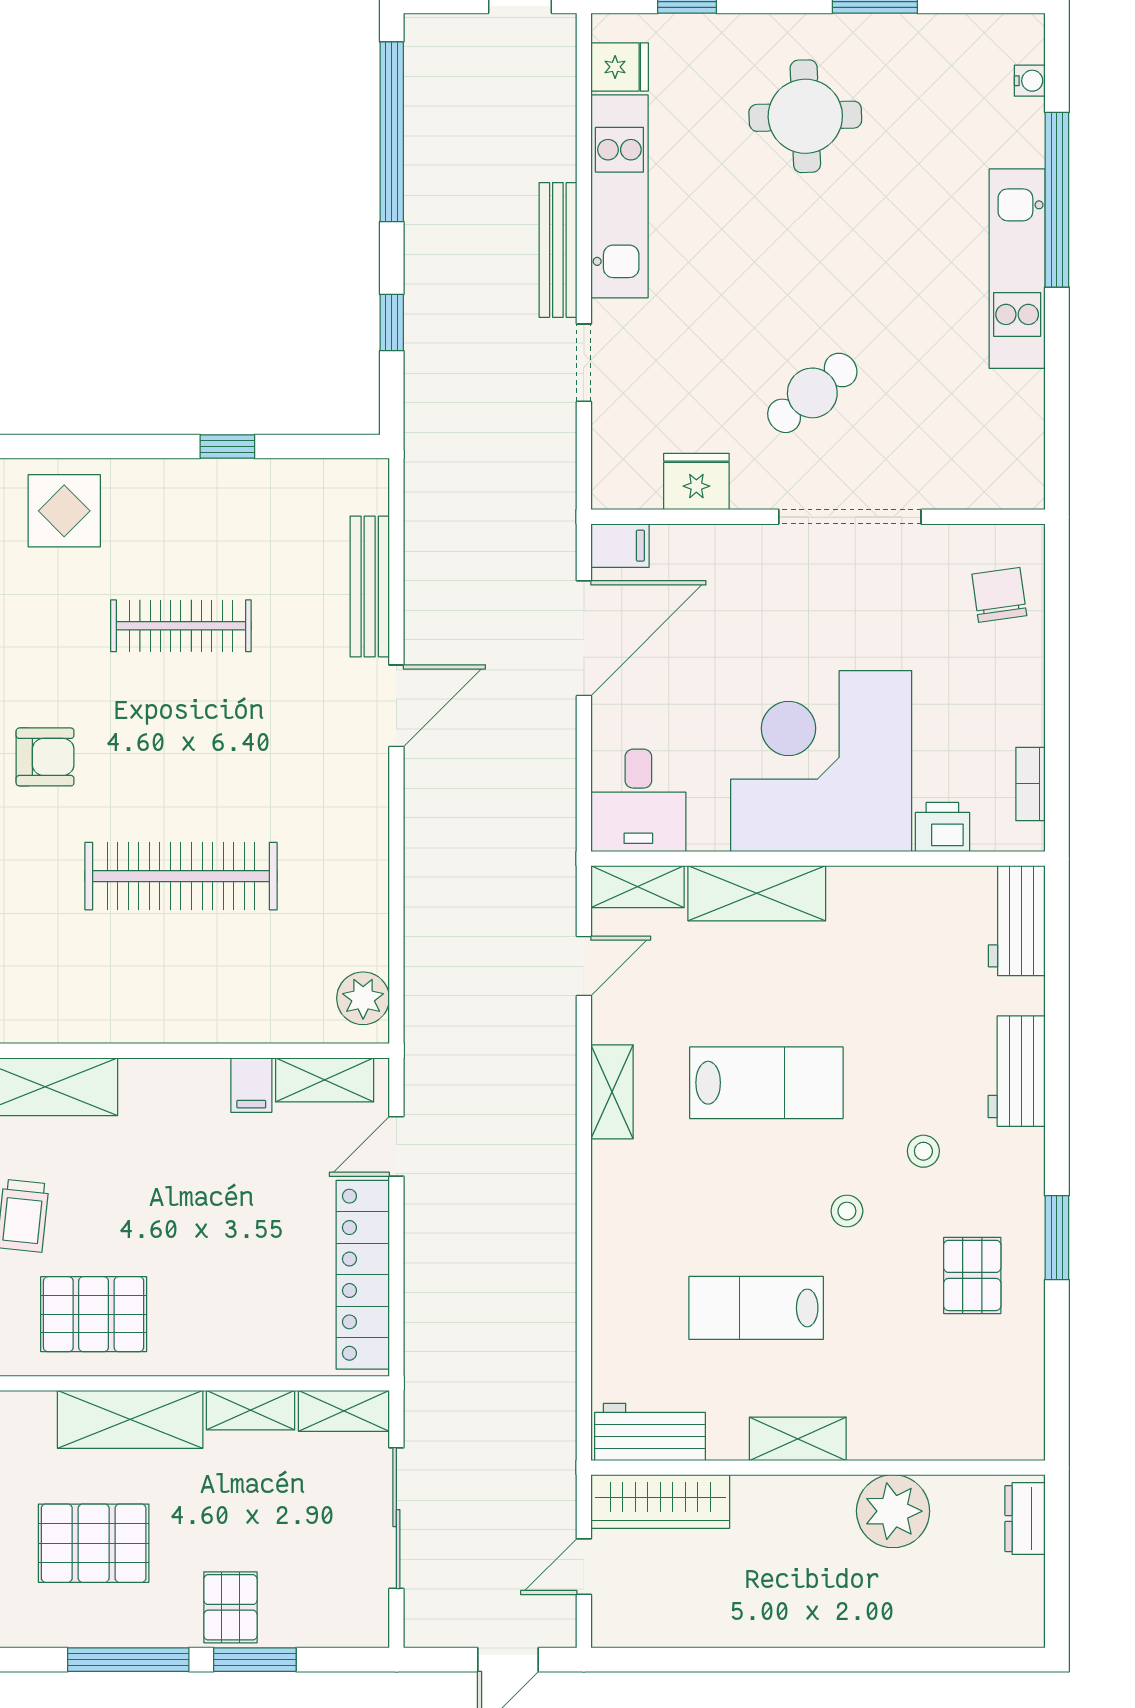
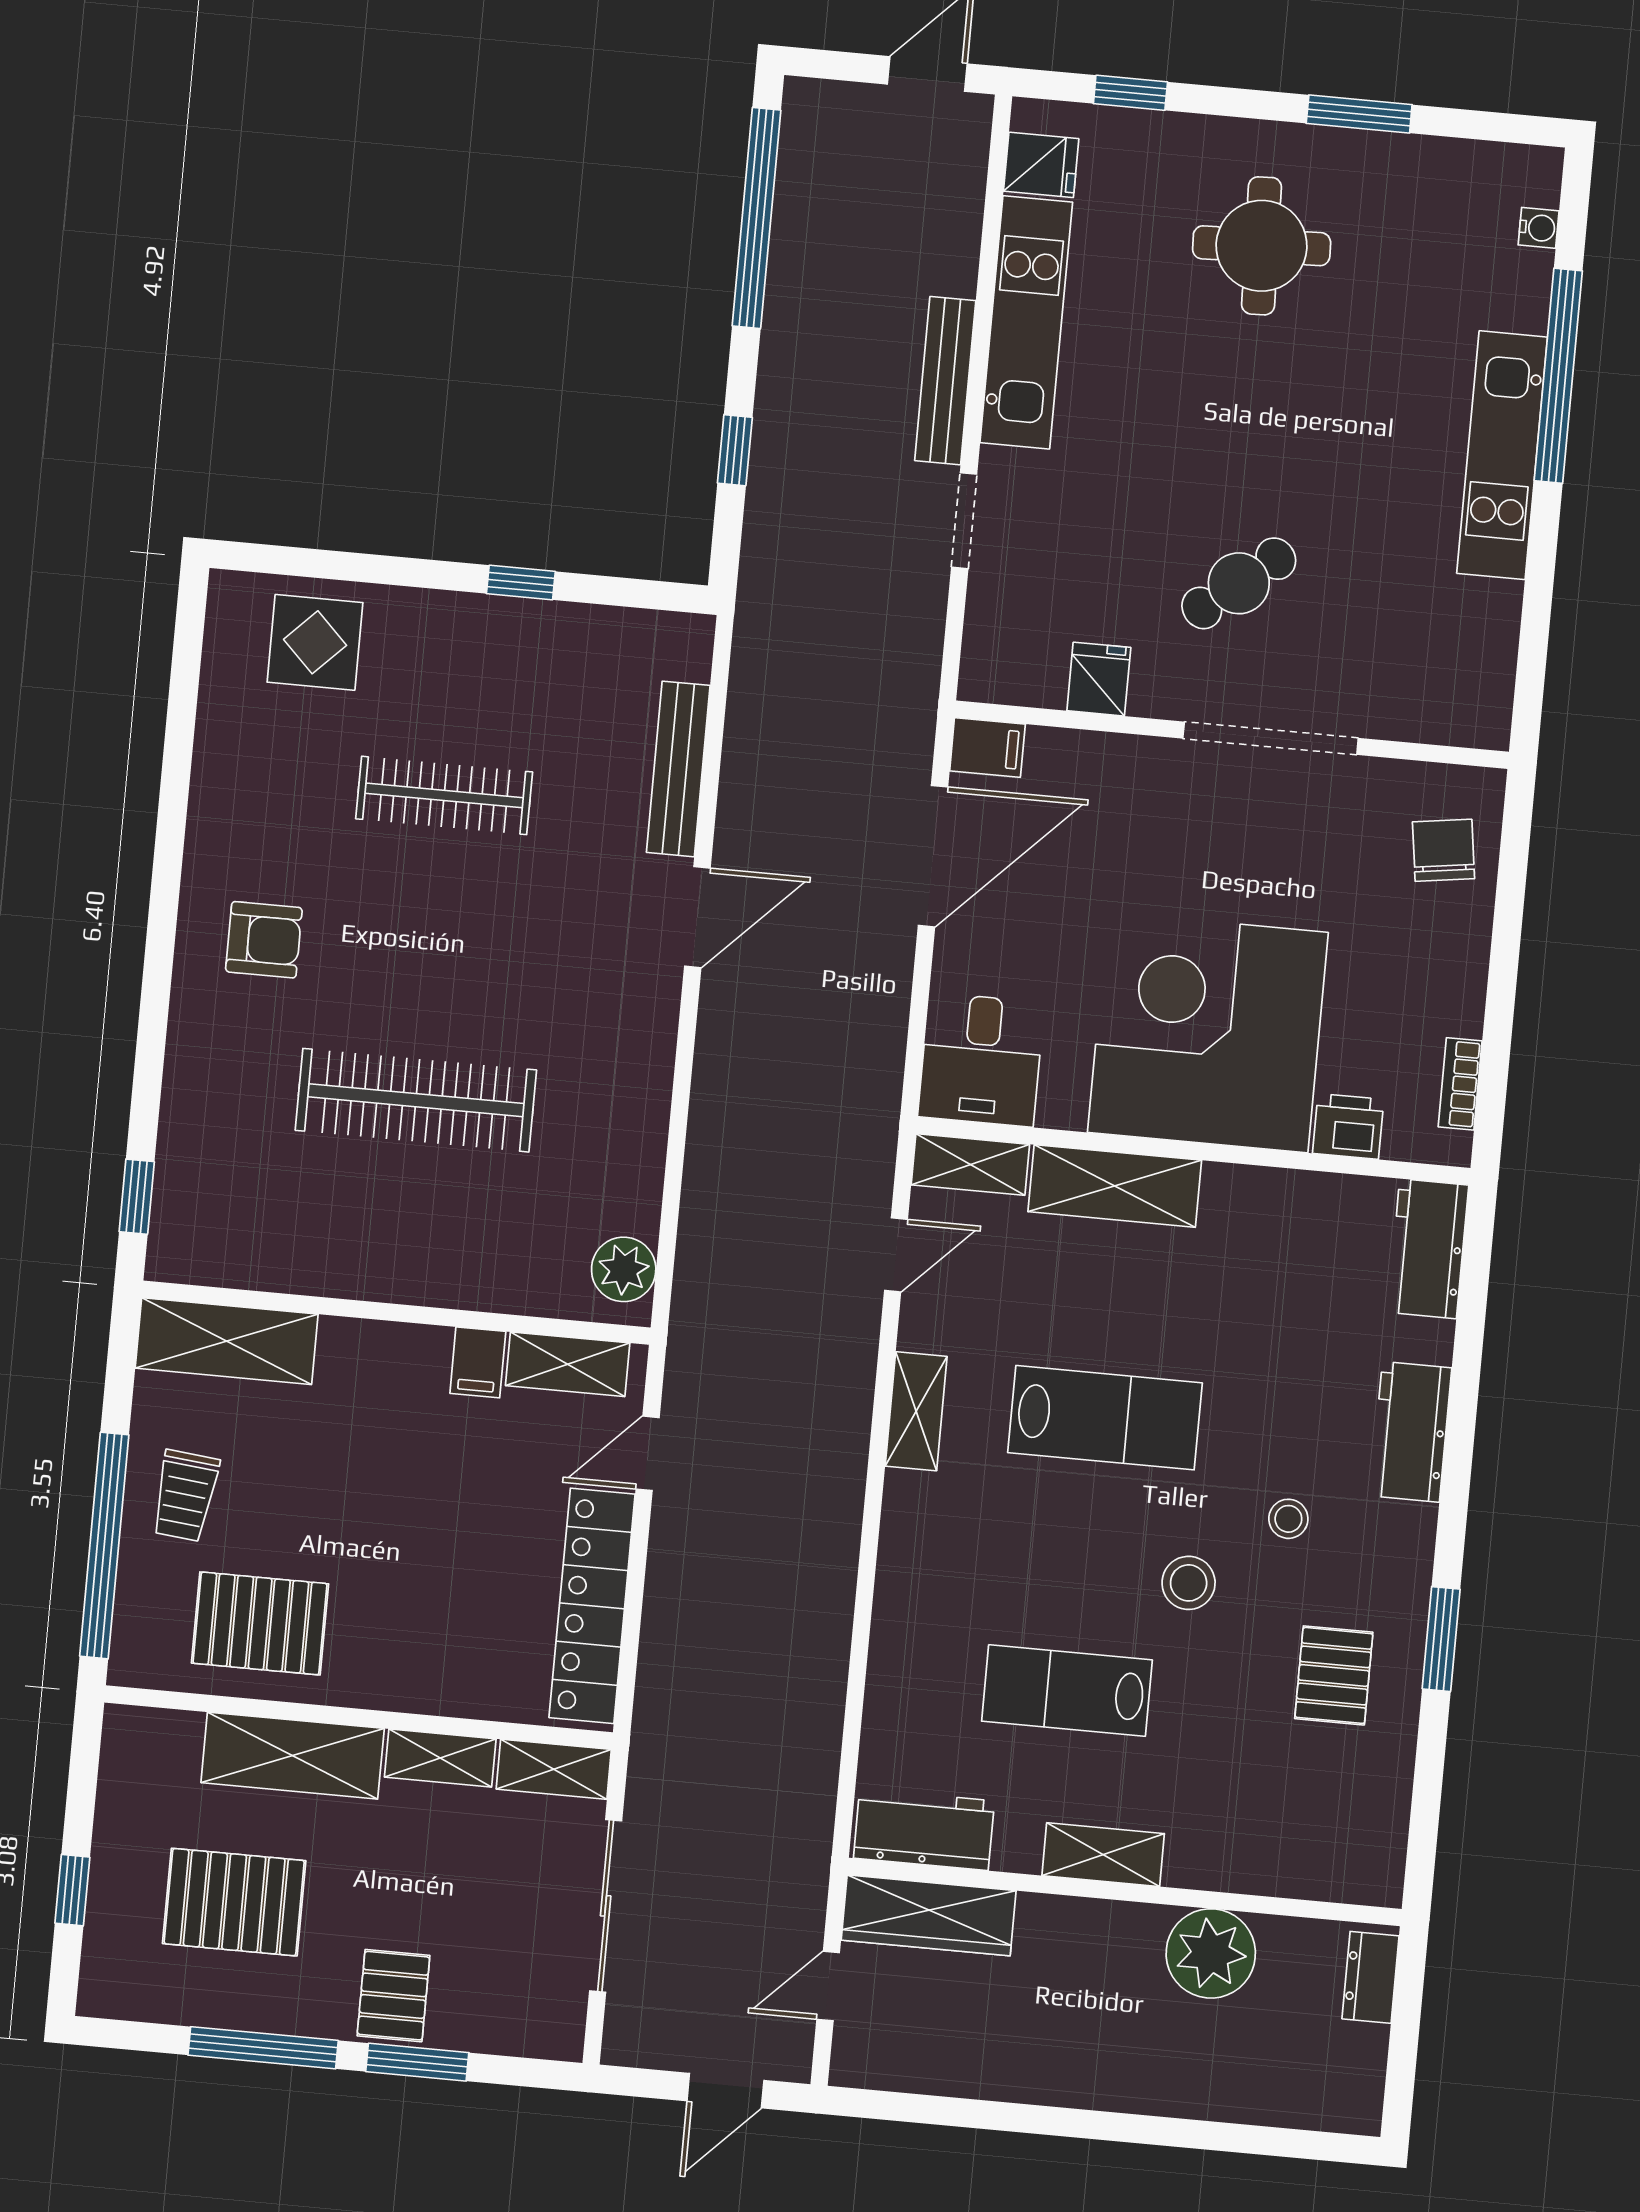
fridge: (696, 482) -> (1099, 679), width x0.72
stool: (847, 1211) -> (1189, 1583), width x1.37, depth x1.37

